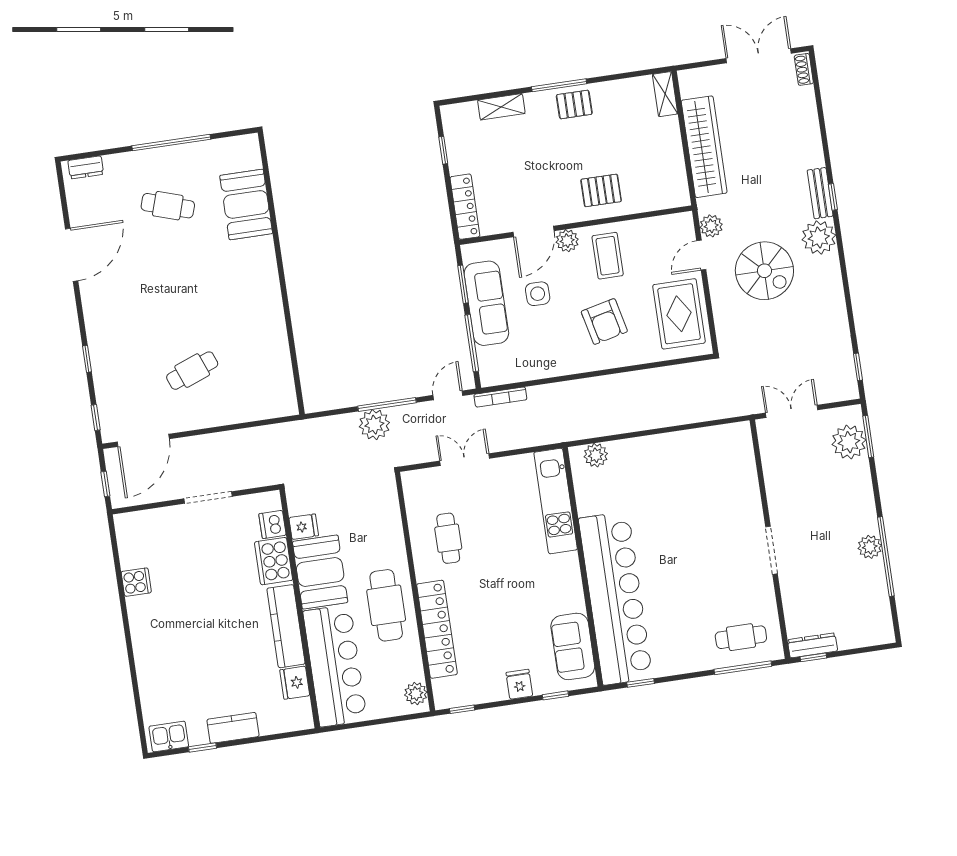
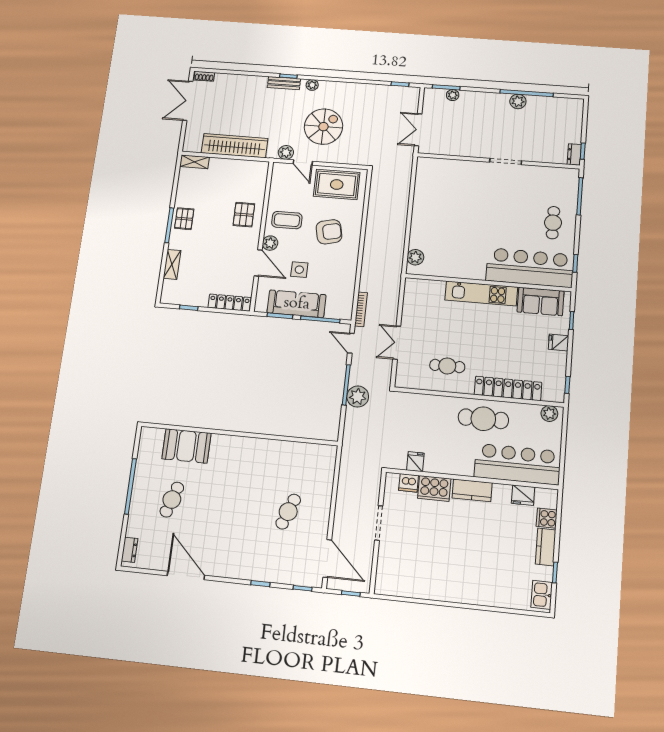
plant: (819, 237) -> (312, 85), width x0.53, depth x0.53
cafe table: (192, 371) -> (288, 512), turned 42
plant: (849, 442) -> (453, 95), width x0.53, depth x0.53
kitchen unit: (556, 501) -> (481, 294), moved
booth: (320, 572) -> (450, 458), removed
cooker: (136, 582) -> (547, 518), moved, turned -90
bar counter: (616, 598) -> (530, 268), width x0.73
kitchen counter: (286, 626) -> (472, 490), width x0.67
cafe table: (741, 637) -> (553, 223), moved
dresser: (812, 645) -> (574, 154), width x0.70

